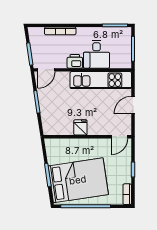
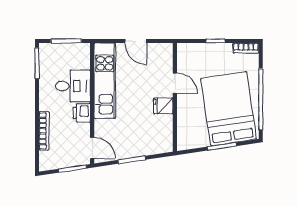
door: (119, 137) -> (175, 83), moved

